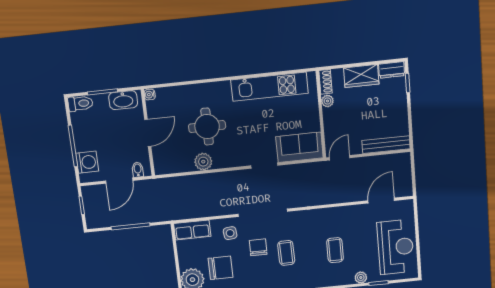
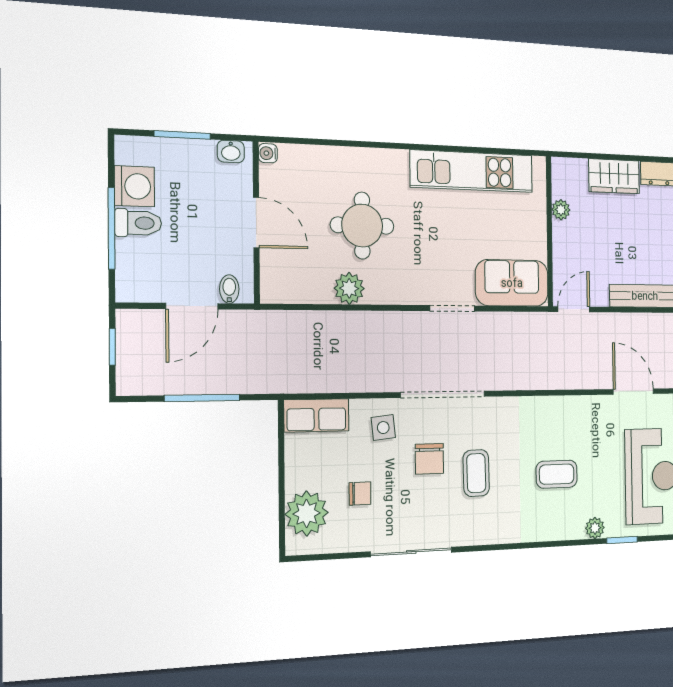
shoe rack: (326, 82) -> (560, 177), removed
washbasin: (123, 100) -> (231, 151), width x0.52, depth x0.69
toilet: (80, 103) -> (138, 223), moved
door: (148, 133) -> (256, 223), hinge flipped
washing machine: (87, 162) -> (134, 186), moved
door: (381, 201) -> (633, 392), hinge flipped
chair: (258, 247) -> (429, 459), turned 180
coffee table: (335, 250) -> (557, 474), turned 90
chair: (221, 268) -> (360, 494), width x0.54, depth x0.54

